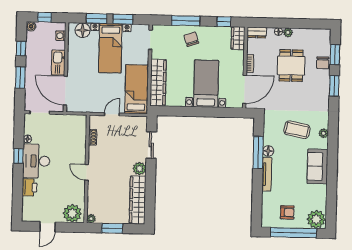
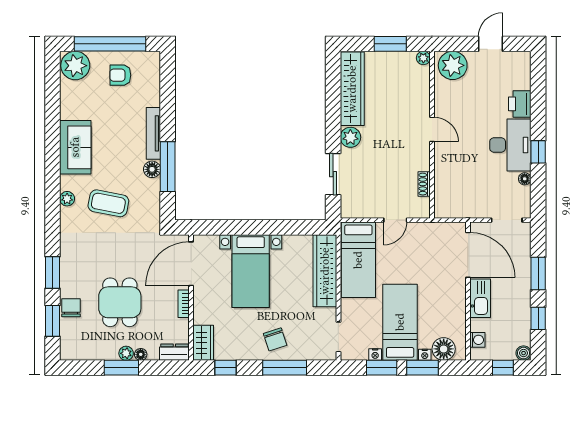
window: (291, 23) -> (121, 368), added

